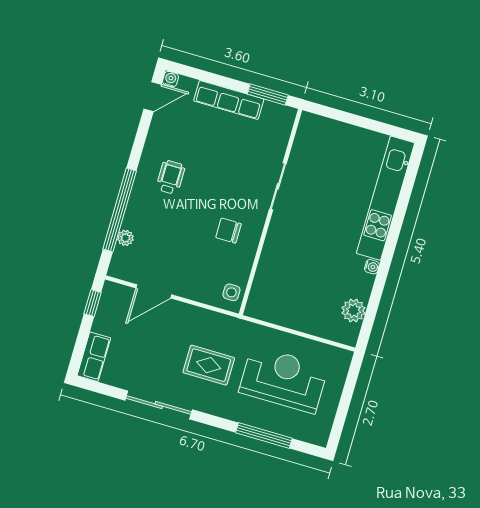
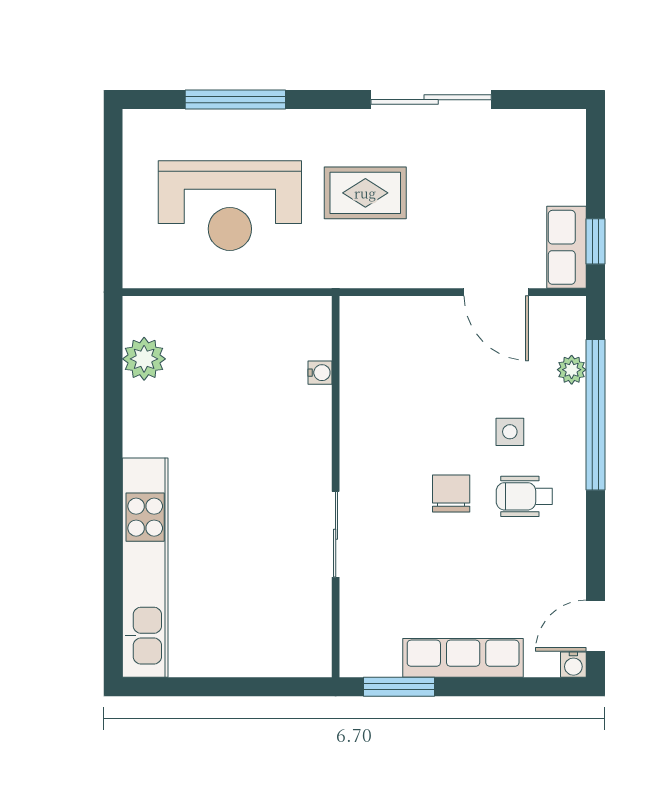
wheelchair: (171, 177) -> (524, 496), turned 90
chair: (228, 231) -> (451, 493), moved, turned -90
water cooler: (372, 267) -> (320, 373), moved, turned 180
door: (154, 291) -> (496, 292), swing flipped
side table: (231, 292) -> (510, 432), moved
row of seats: (94, 357) -> (567, 247), moved

